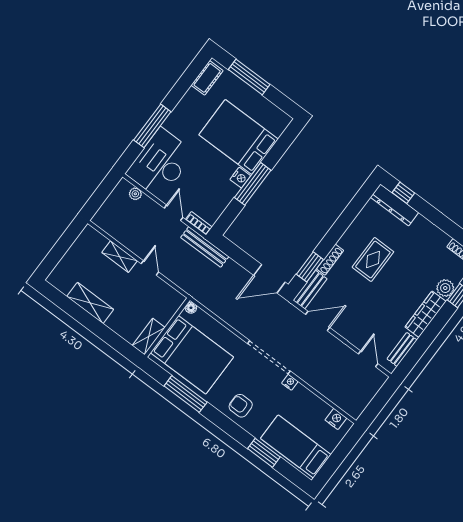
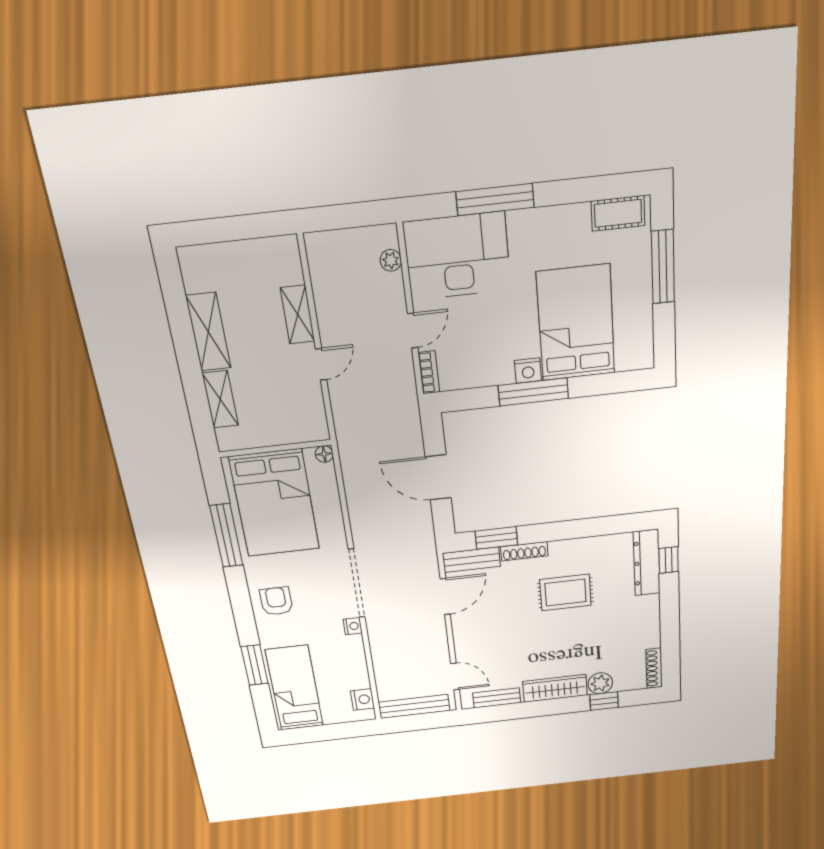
bench: (205, 247) -> (414, 706), moved, turned 90
door: (269, 279) -> (438, 477), moved
door: (318, 321) -> (445, 596), hinge flipped
shelving: (149, 337) -> (220, 399), moved, turned 90
door: (368, 359) -> (455, 676), hinge flipped

